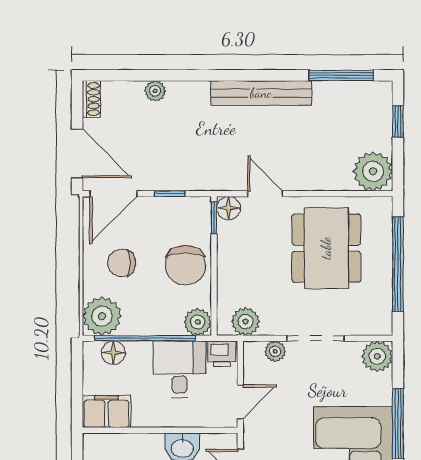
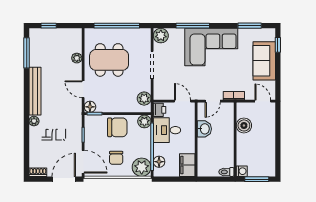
plant: (155, 91) -> (34, 121), moved
plant: (373, 171) -> (77, 58), moved, width x0.53, depth x0.53
door: (265, 194) -> (83, 89), hinge flipped
plant: (275, 351) -> (158, 84), removed

